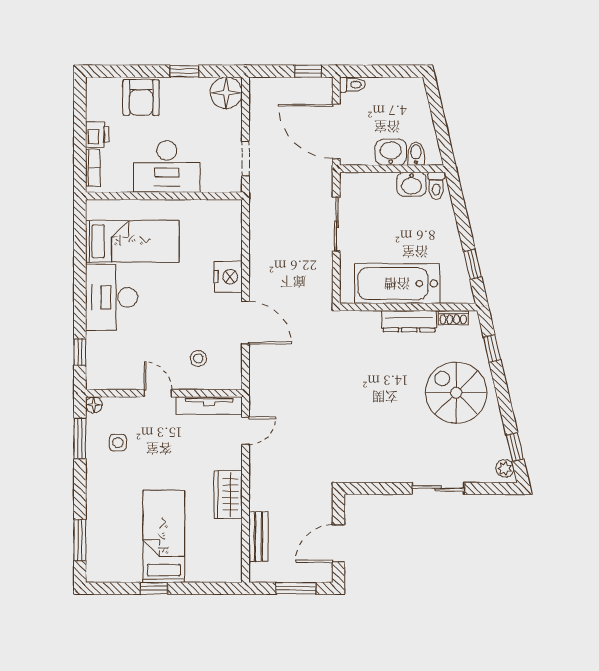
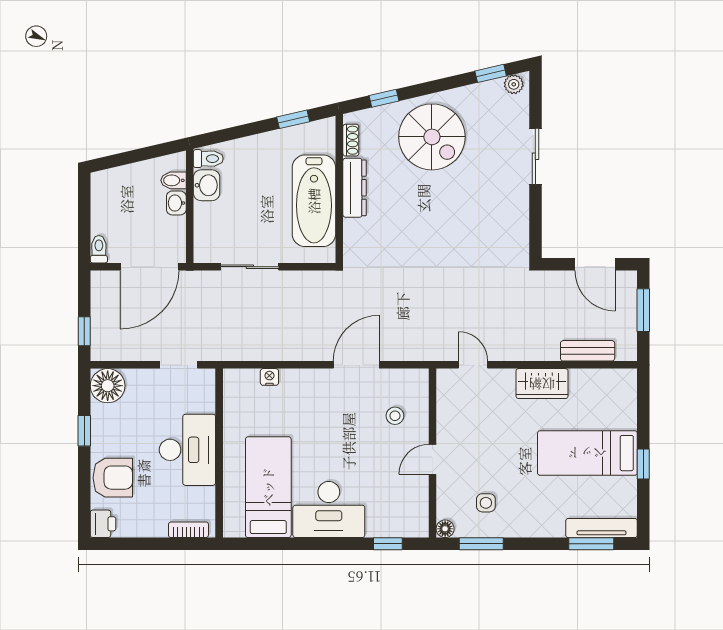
window: (308, 71) -> (84, 331), moved
printer: (97, 134) -> (103, 524), moved, turned 90
washbasin: (391, 152) -> (176, 203), width x0.72, depth x0.69
nightstand: (228, 277) -> (269, 377), moved, width x0.53, depth x0.56
spiral stairs: (456, 393) -> (432, 137), turned -90
tv unit: (209, 406) -> (602, 528), moved, turned -90

